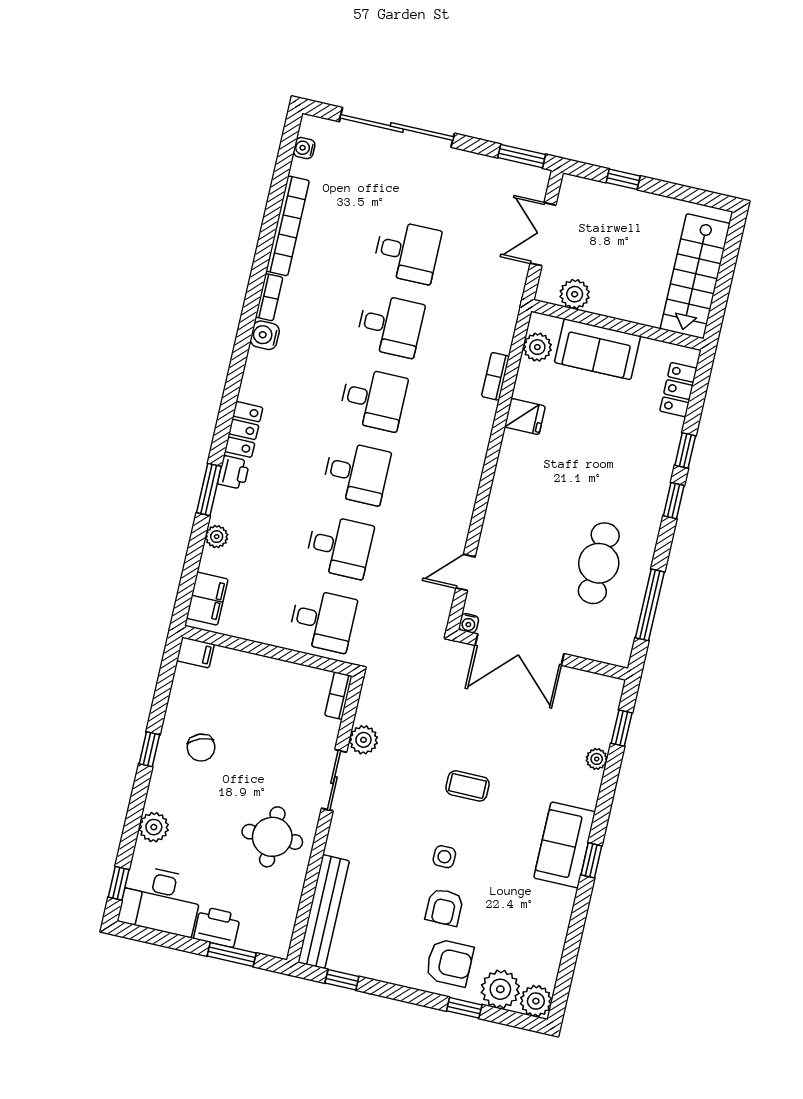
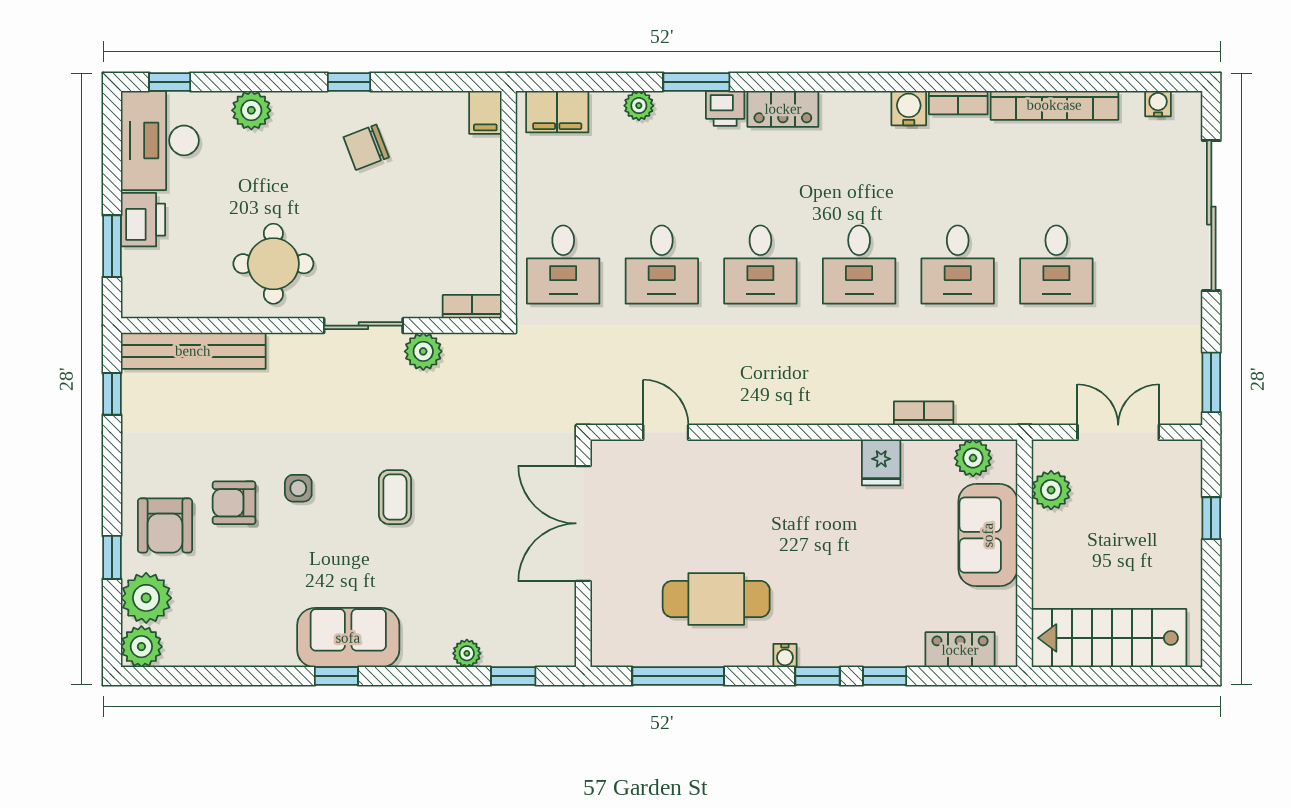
water cooler: (469, 623) -> (785, 655), moved, turned -90

